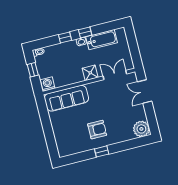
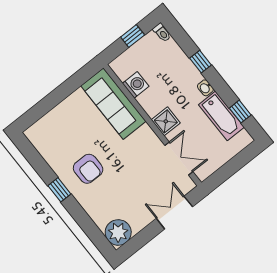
window: (85, 32) -> (240, 112), moved
washing machine: (48, 84) -> (136, 85), moved

